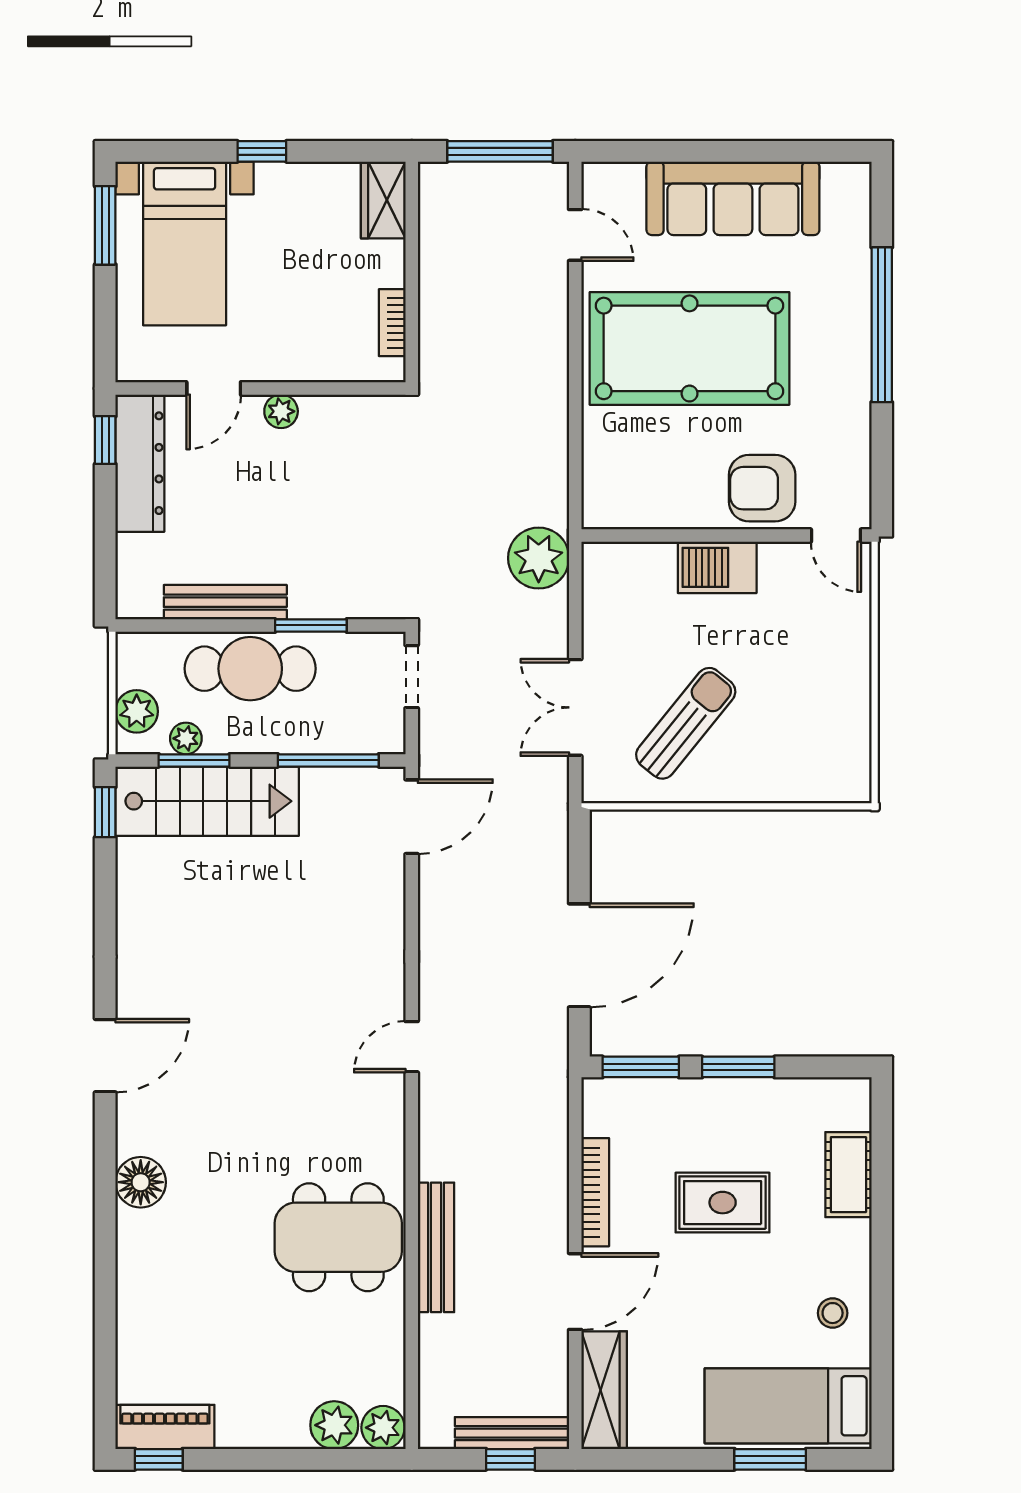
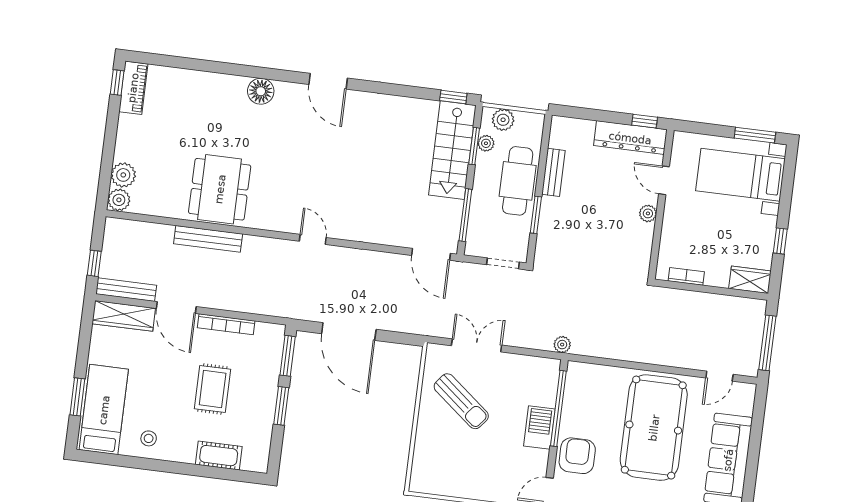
window: (262, 151) -> (780, 241), moved
window: (676, 536) -> (558, 408), added
plant: (539, 558) -> (562, 345), width x0.53, depth x0.53
bench: (225, 602) -> (553, 172), width x0.73
bench: (512, 1433) -> (126, 290), moved, turned 90

